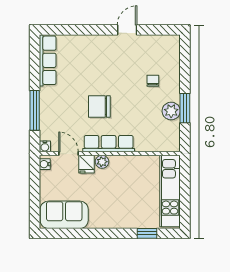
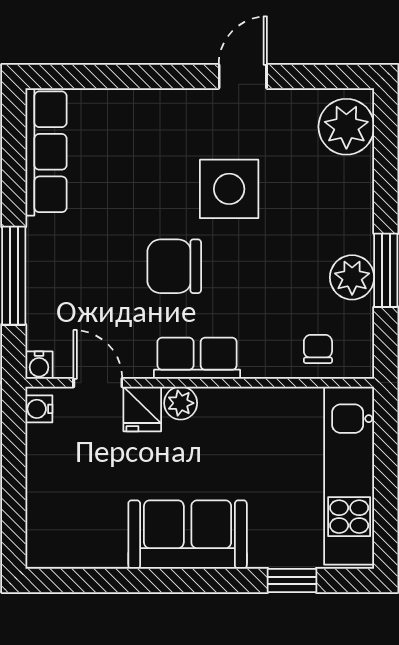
plant: (169, 50) -> (346, 127), added
side table: (122, 75) -> (229, 189), added
chair: (153, 81) -> (318, 349), moved
row of seats: (109, 144) -> (197, 358), width x0.68
sofa: (64, 215) -> (188, 535), moved

